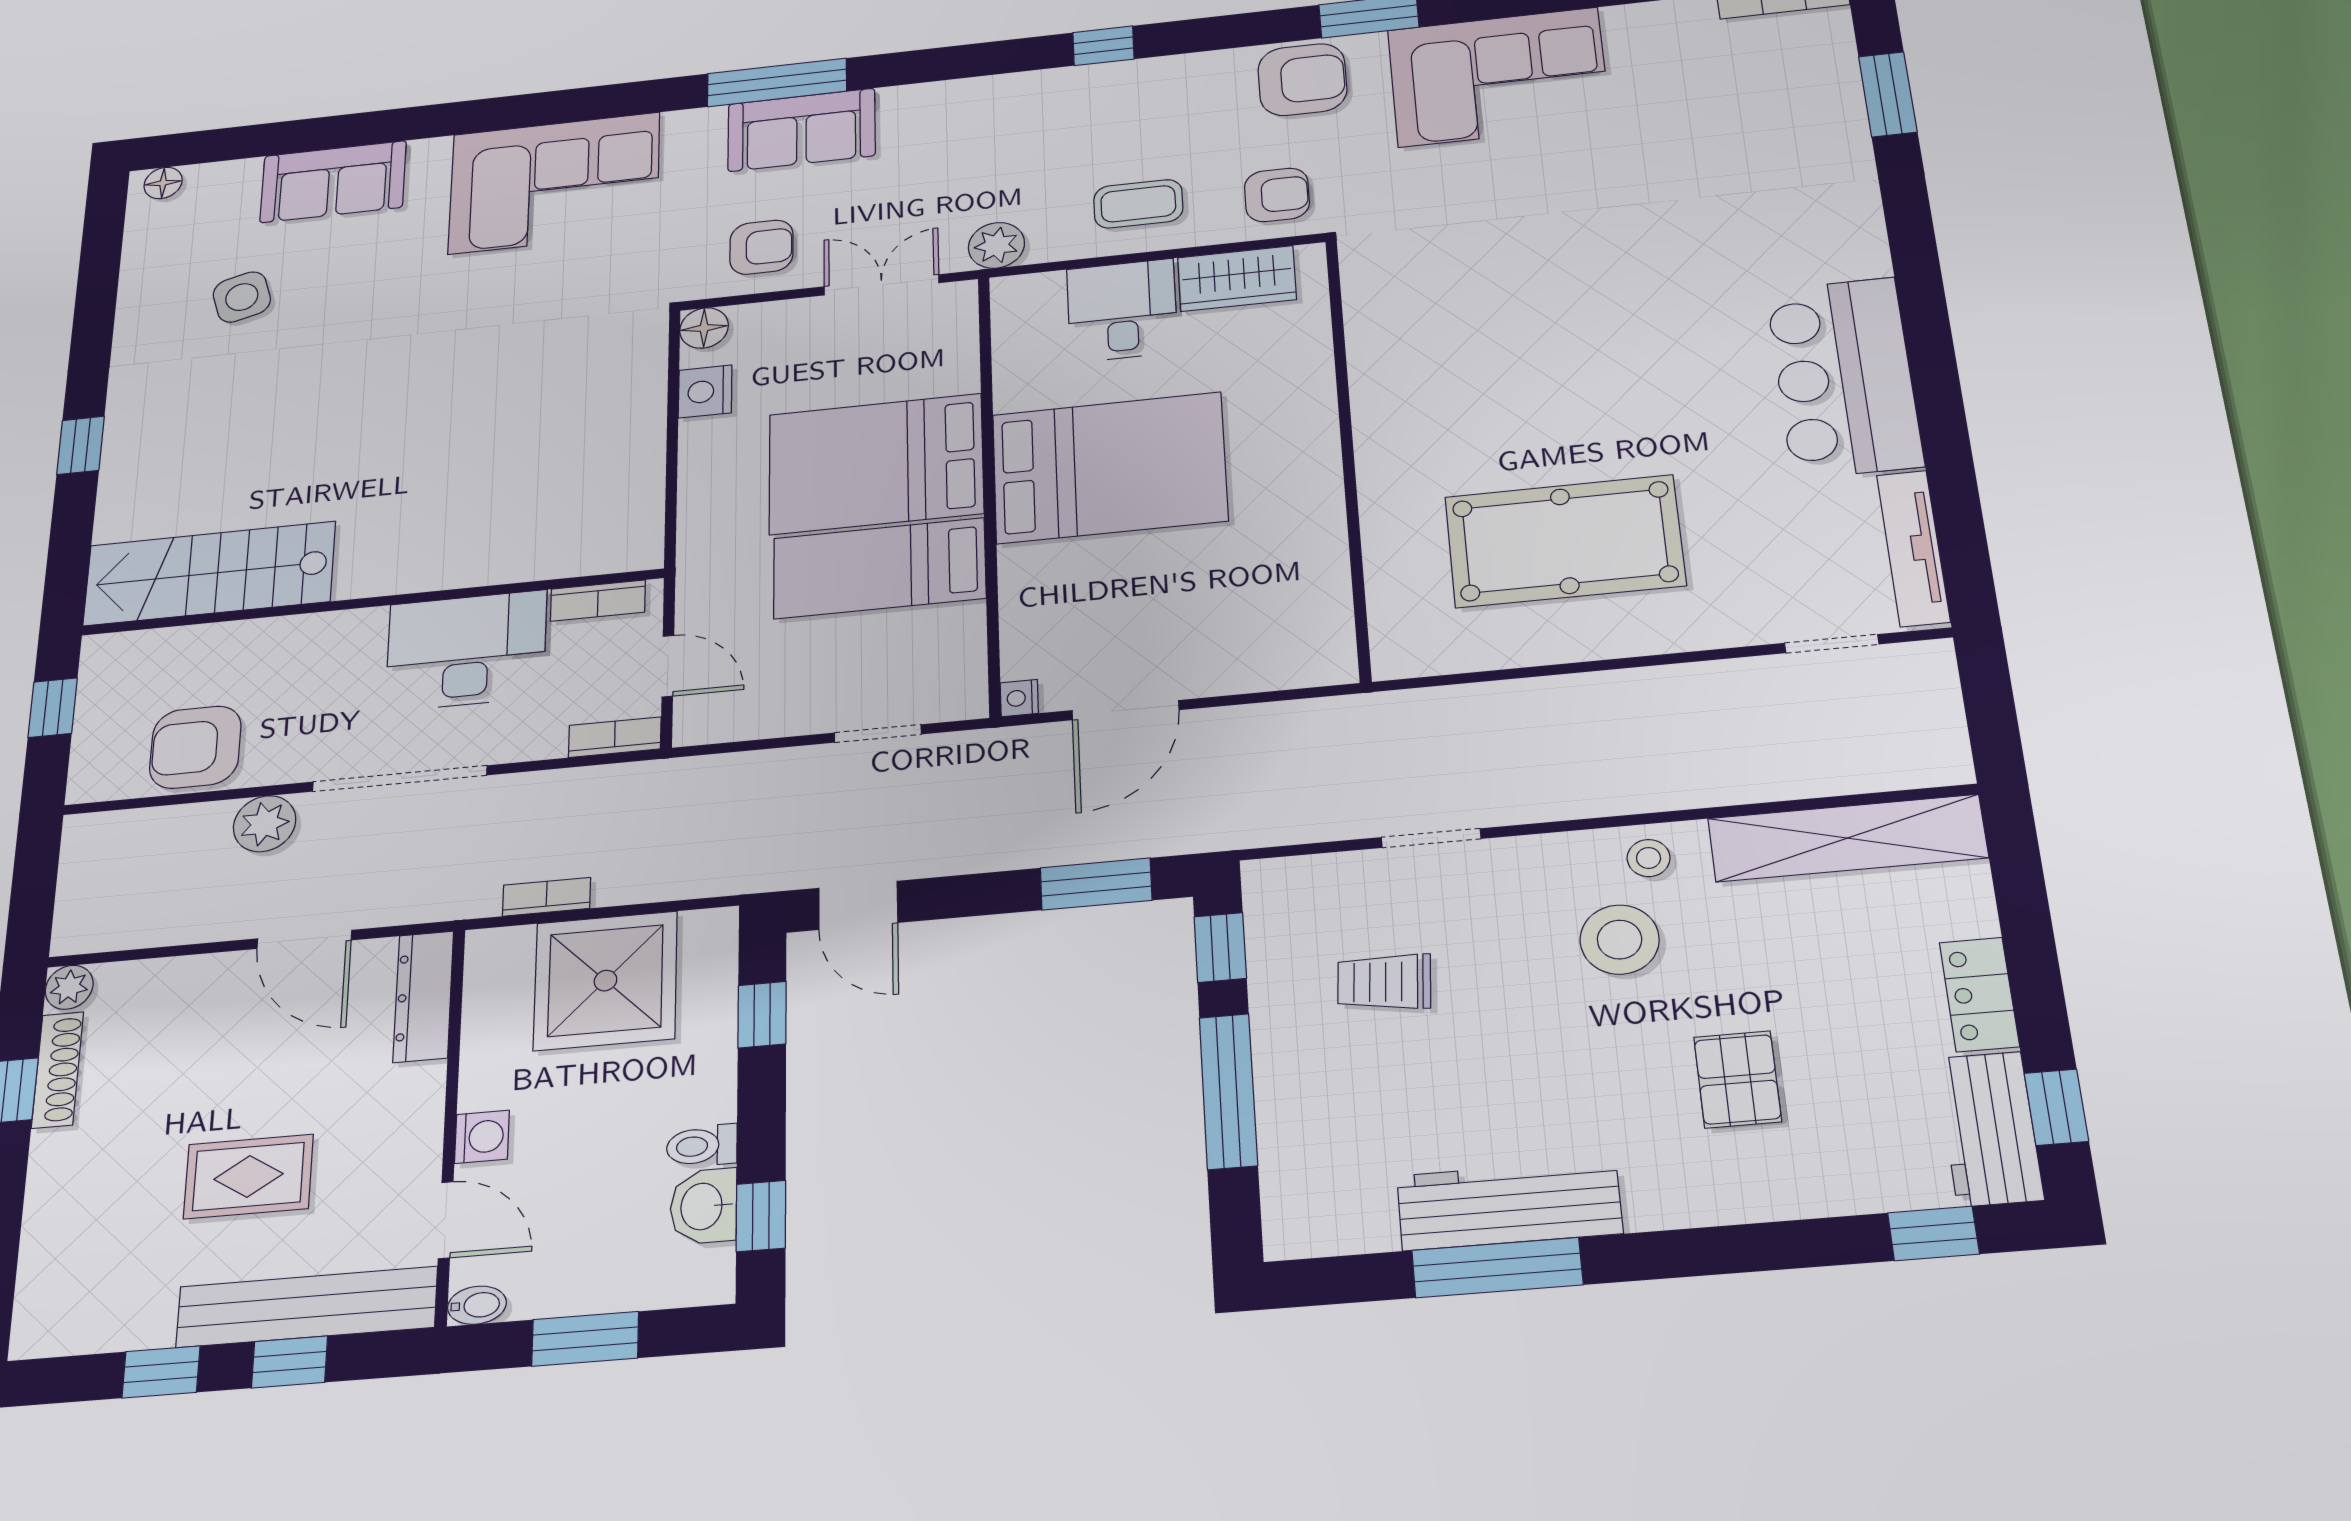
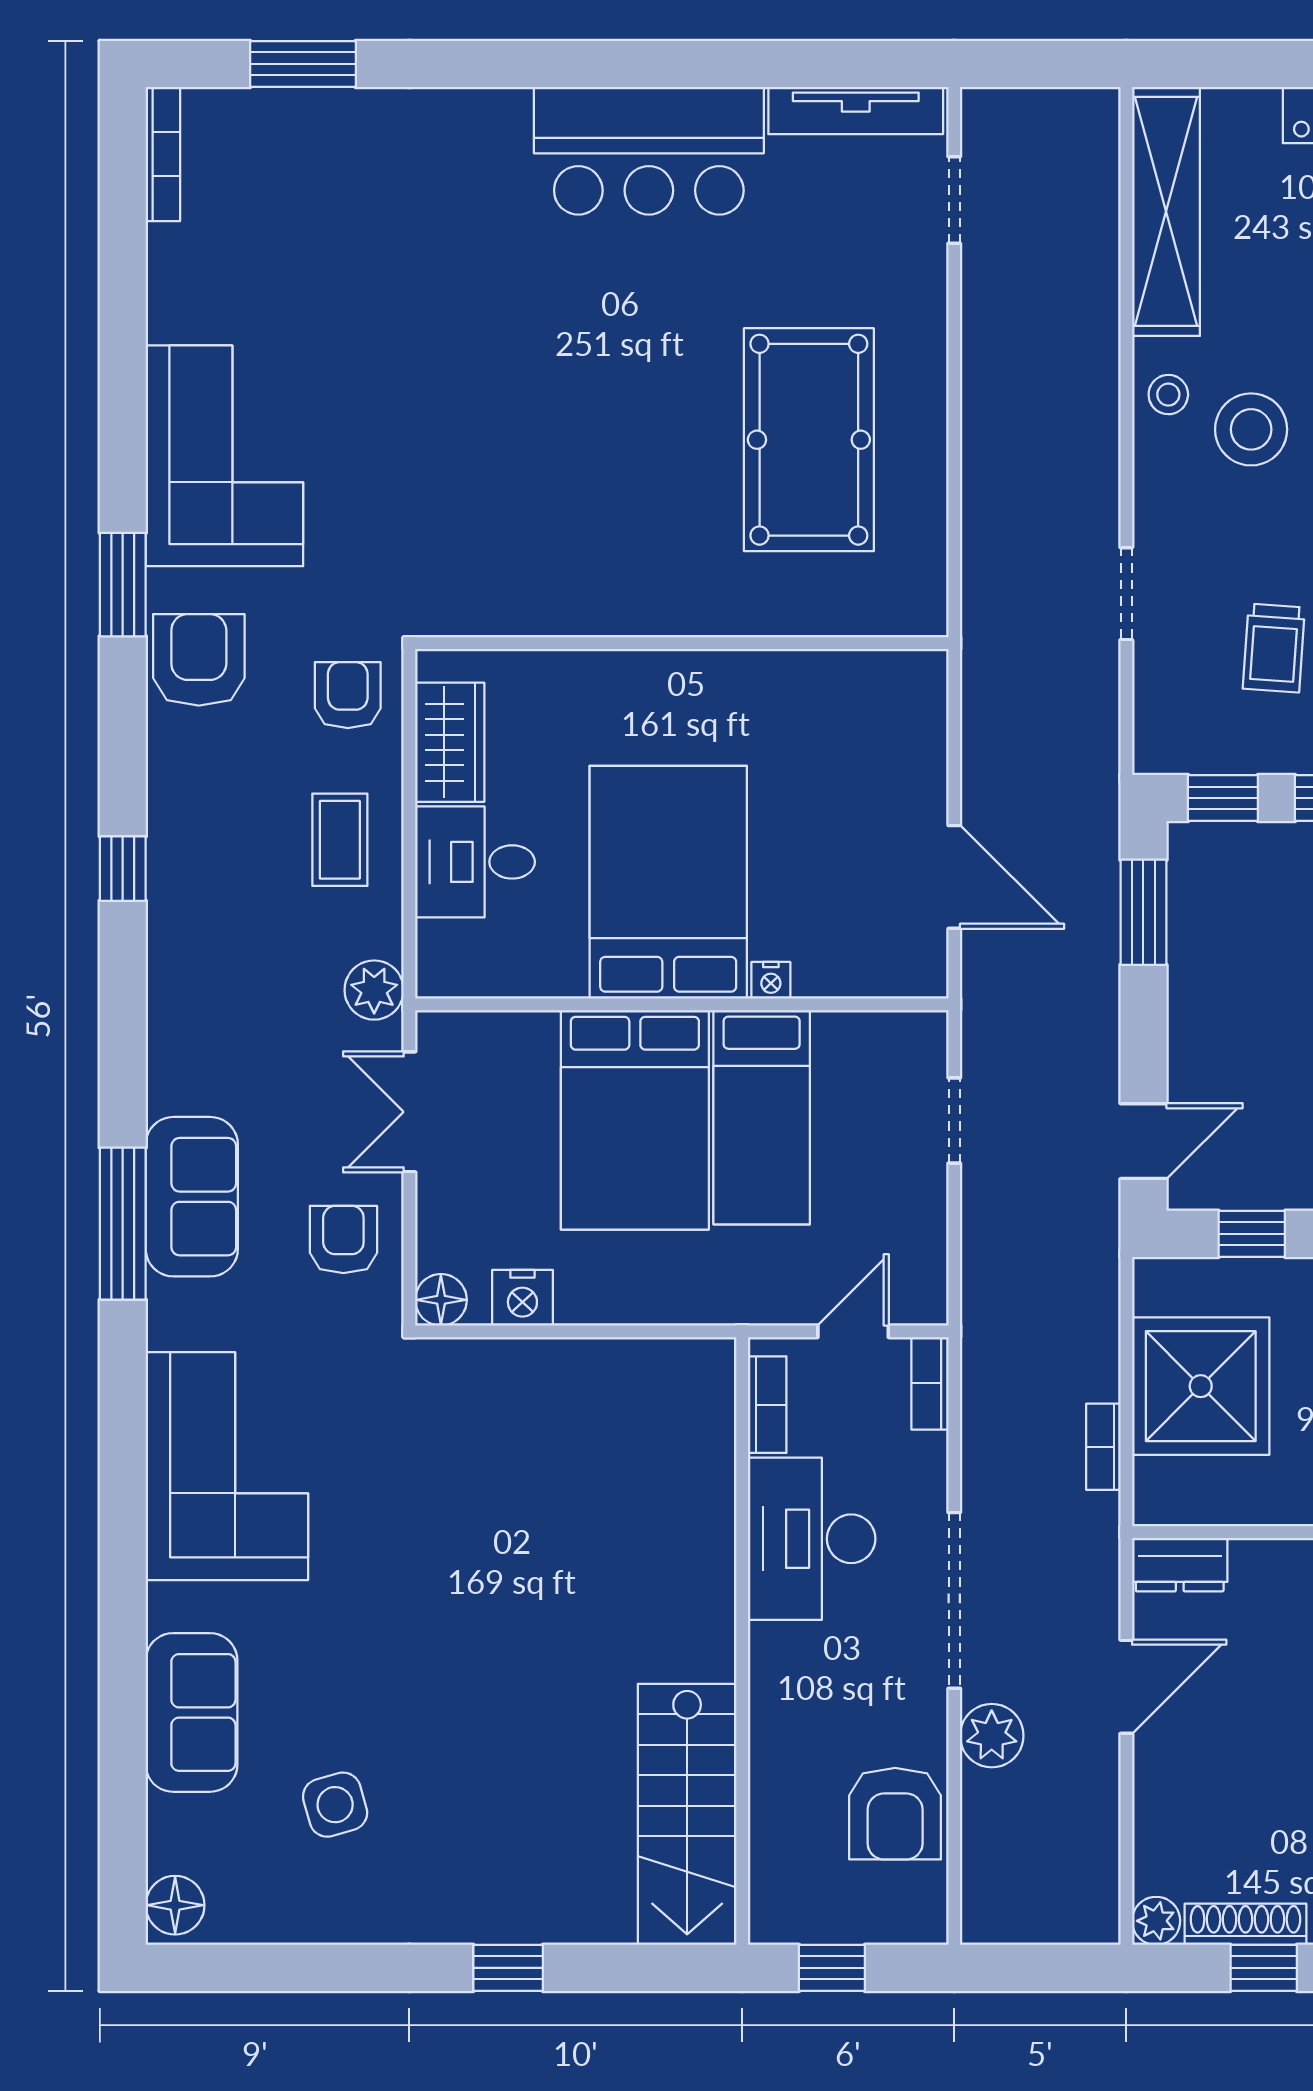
floor lamp: (163, 183) -> (175, 1905), width x1.37, depth x1.37
nightstand: (1019, 698) -> (771, 980), moved
dresser: (423, 996) -> (1180, 1565), width x0.70

